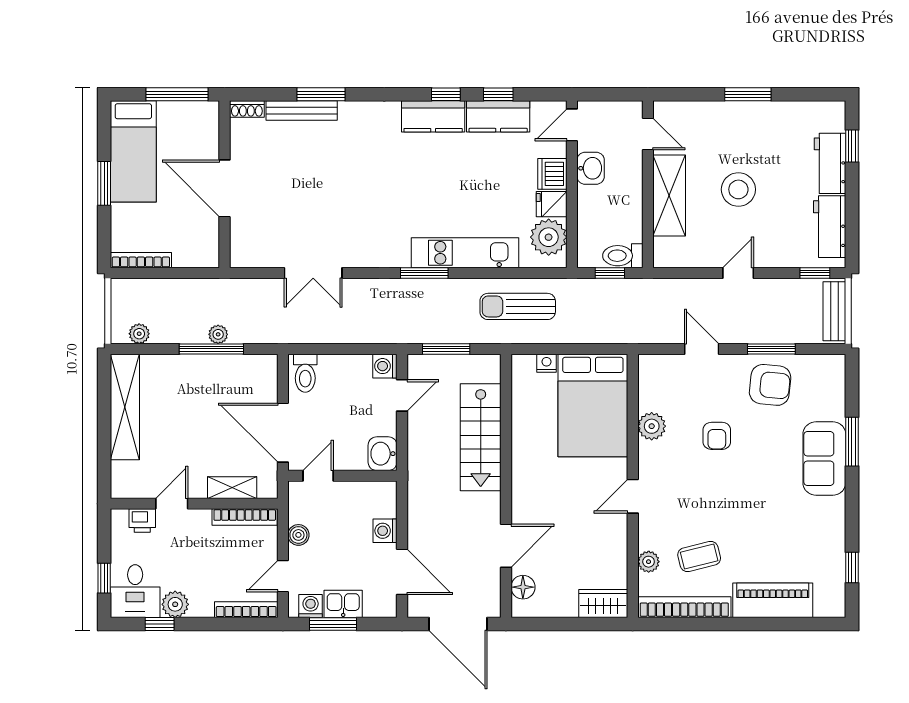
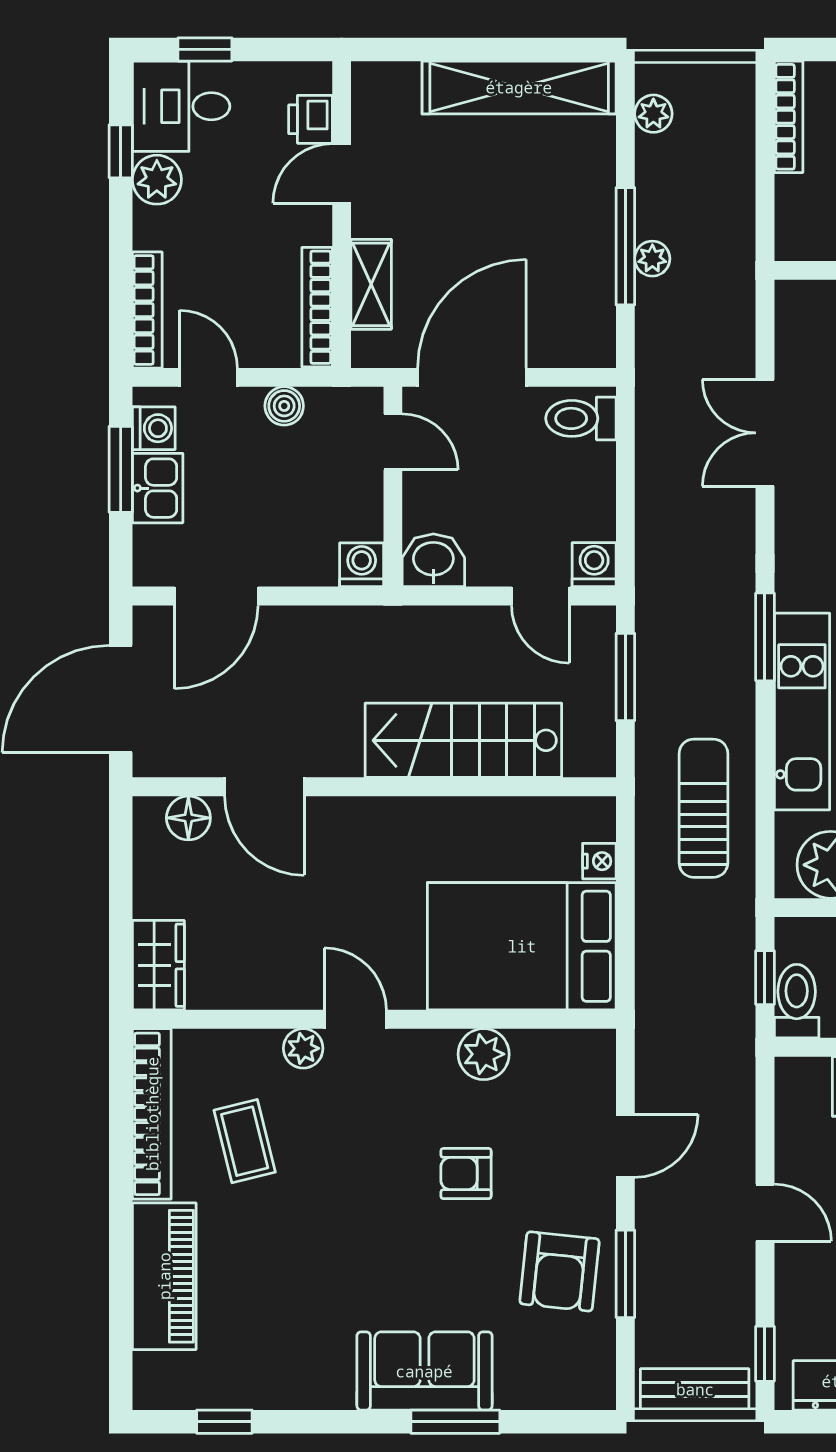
door: (172, 504) -> (342, 173), swing flipped
washing machine: (385, 531) -> (362, 565), moved
plant: (649, 562) -> (303, 1048), moved

